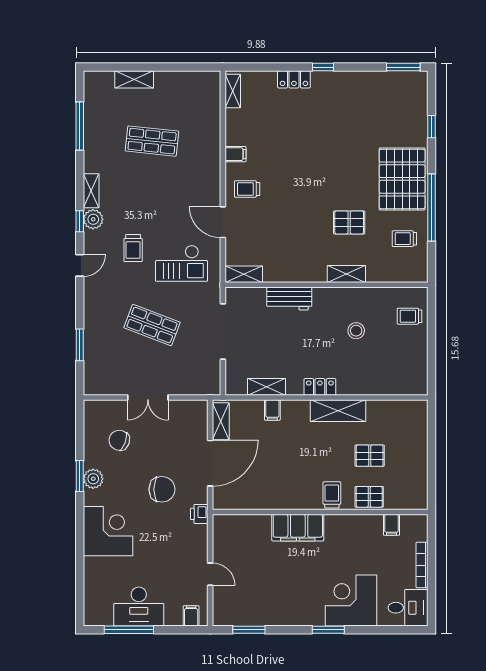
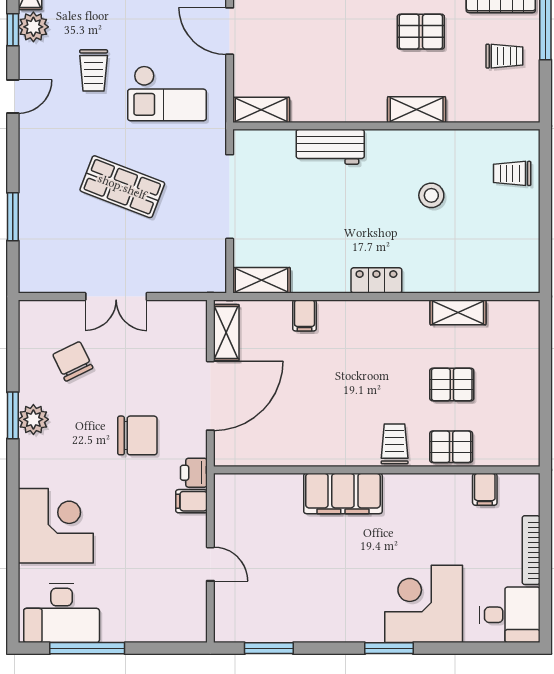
trolley: (404, 239) -> (504, 56), turned 180
shelving: (266, 387) -> (261, 280), moved
shelving: (338, 411) -> (458, 312), moved, width x0.67, depth x0.75
chair: (119, 440) -> (73, 361), turned 44
corner desk: (108, 531) -> (56, 526), moved
desk: (139, 607) -> (62, 613), moved
filing cabinet: (191, 616) -> (191, 501), moved, turned -90

